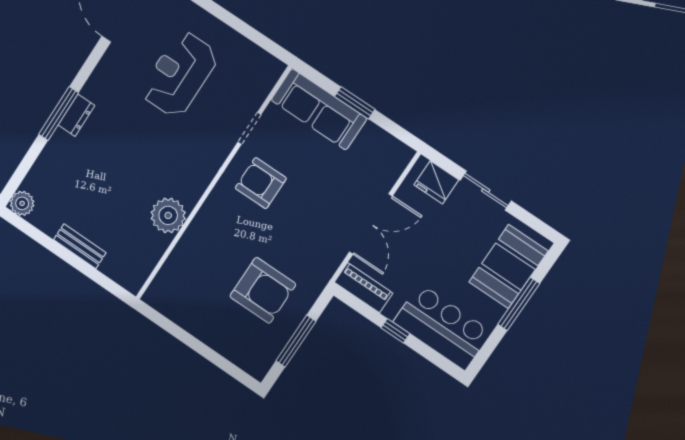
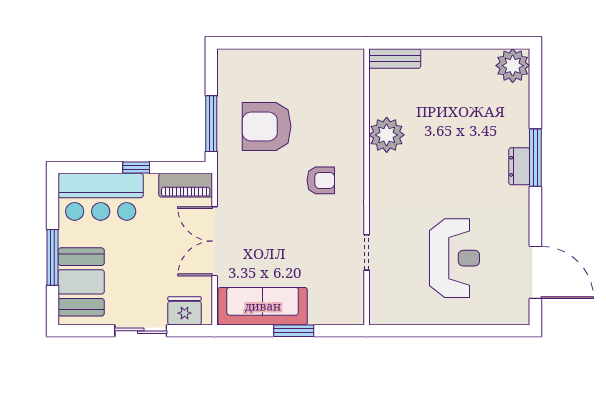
sofa: (319, 109) -> (263, 306), moved
armchair: (261, 183) -> (321, 180), moved, width x0.72, depth x0.72
plant: (22, 203) -> (513, 66), width x1.36, depth x1.36
bench: (80, 246) -> (395, 58), moved
window: (296, 341) -> (211, 124), moved

